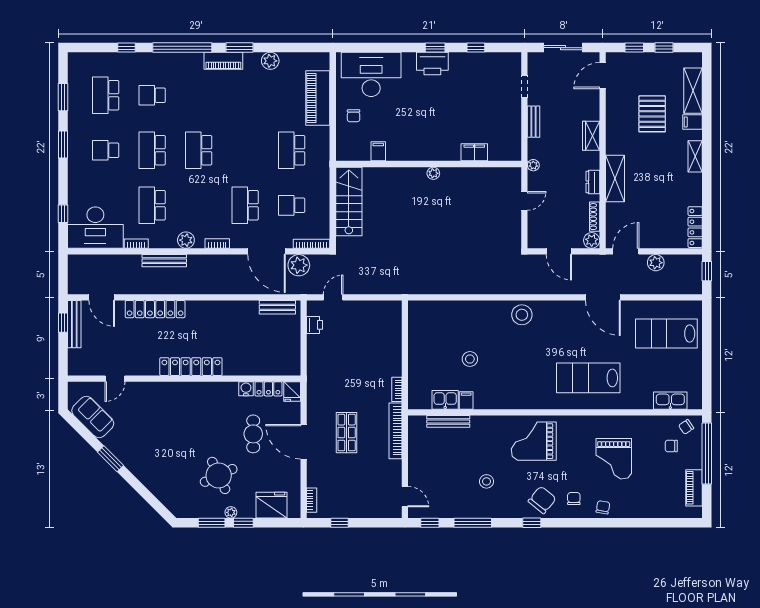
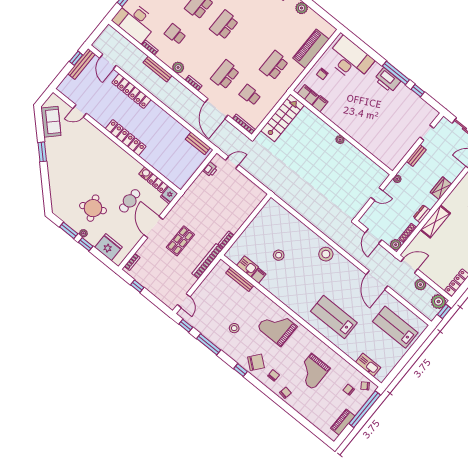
window: (435, 48) -> (396, 73), width x2.17
filing cabinet: (474, 152) -> (308, 95), moved
school desk: (152, 205) -> (175, 34), width x0.54
plant: (299, 265) -> (438, 302), moved

